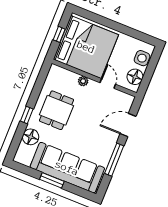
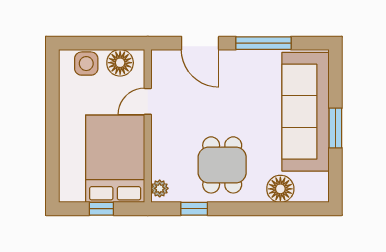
bed: (86, 47) -> (115, 159), width x0.73
plant: (83, 81) -> (160, 188), moved
dining table: (57, 110) -> (222, 165), turned 90
window: (27, 115) -> (194, 209), moved

